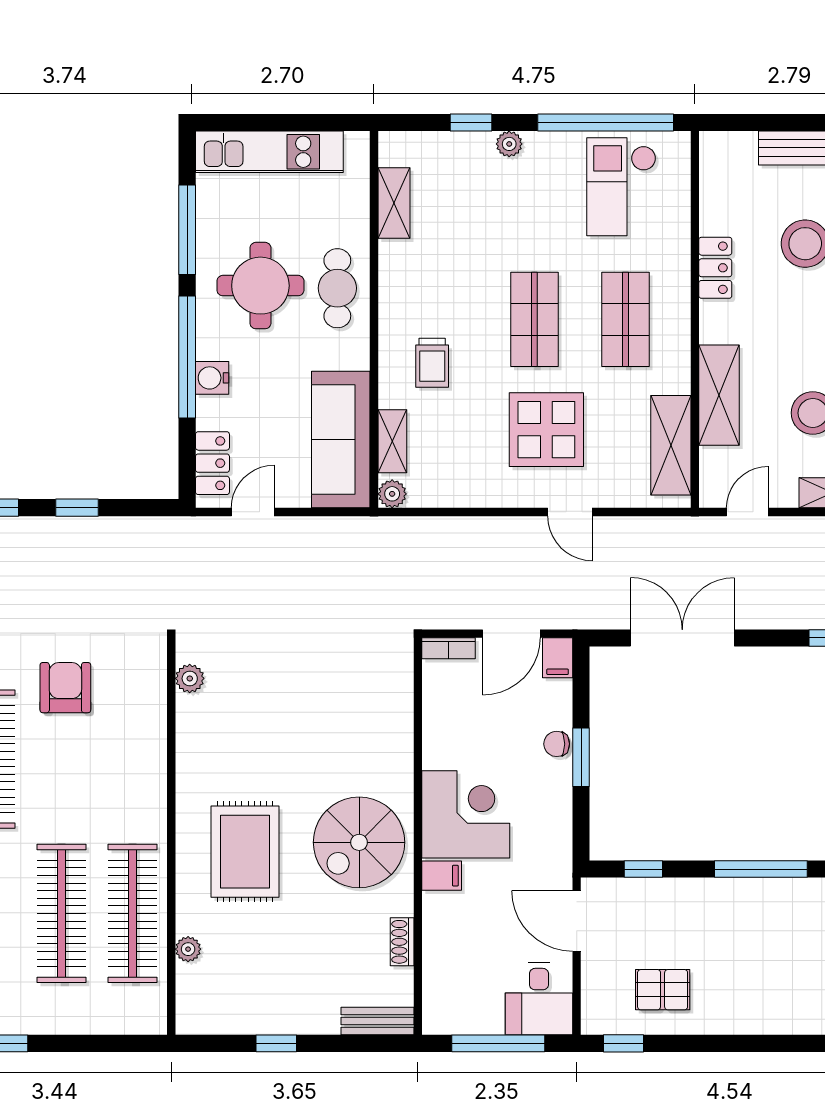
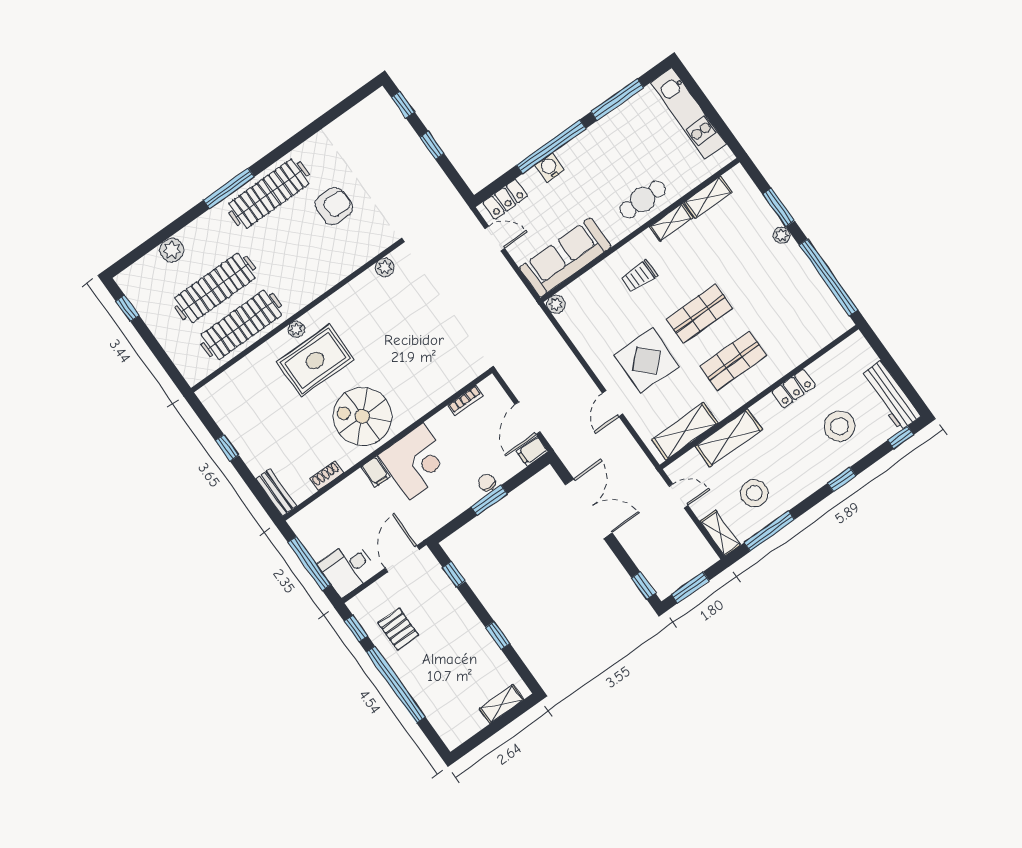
window: (471, 123) -> (779, 207), width x1.50
checkout: (621, 187) -> (801, 310), removed
round table: (260, 286) -> (615, 158), removed
shelving: (392, 441) -> (671, 222), moved
door: (511, 634) -> (528, 418), hinge flipped
bookcase: (449, 648) -> (466, 401), moved, turned -90
window: (761, 869) -> (498, 635), width x0.46
plant: (188, 949) -> (296, 329), moved
window: (731, 1043) -> (396, 685), added

